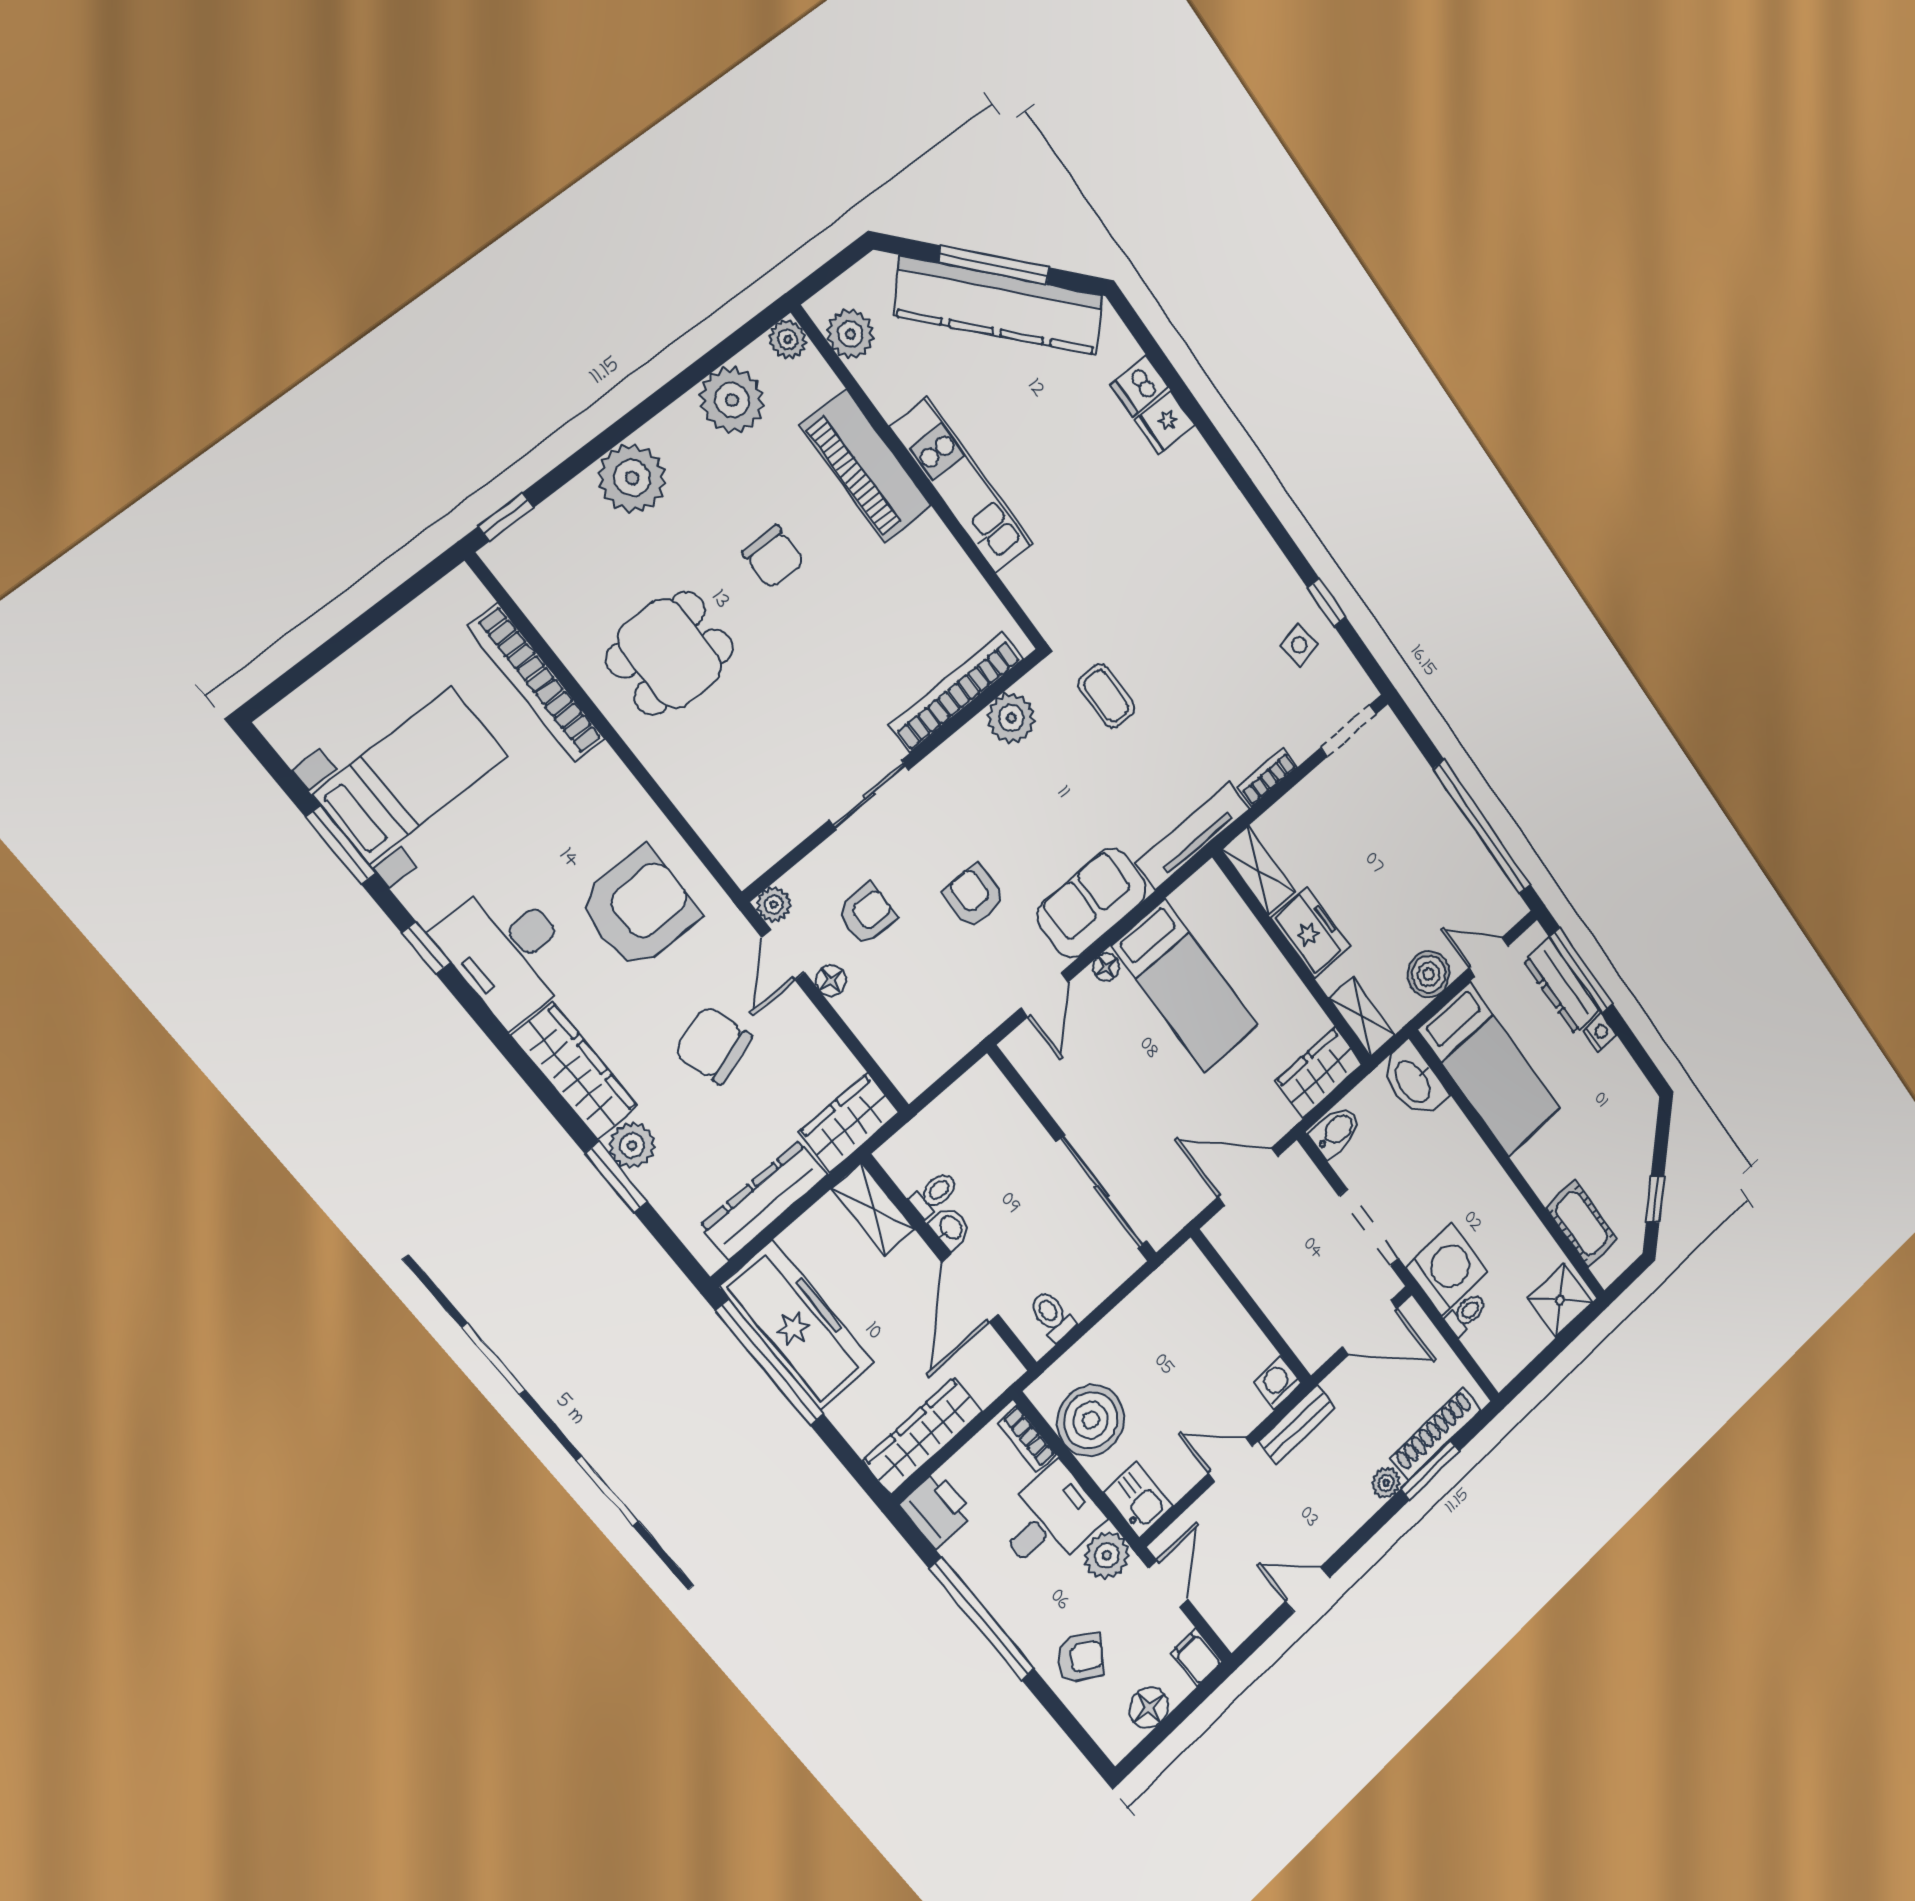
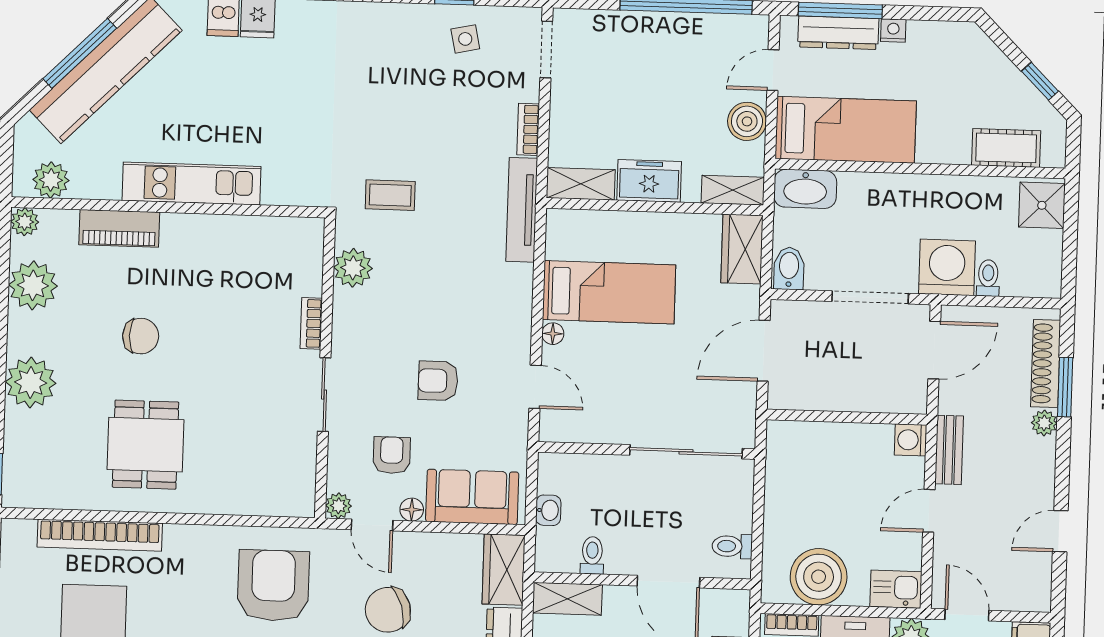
piano: (866, 466) -> (119, 228), width x0.73, depth x0.75
bookcase: (956, 692) -> (311, 323), width x0.43, depth x0.76
sofa: (1092, 903) -> (472, 497), moved, turned 90
washbasin: (950, 1228) -> (548, 510), moved, turned 90

